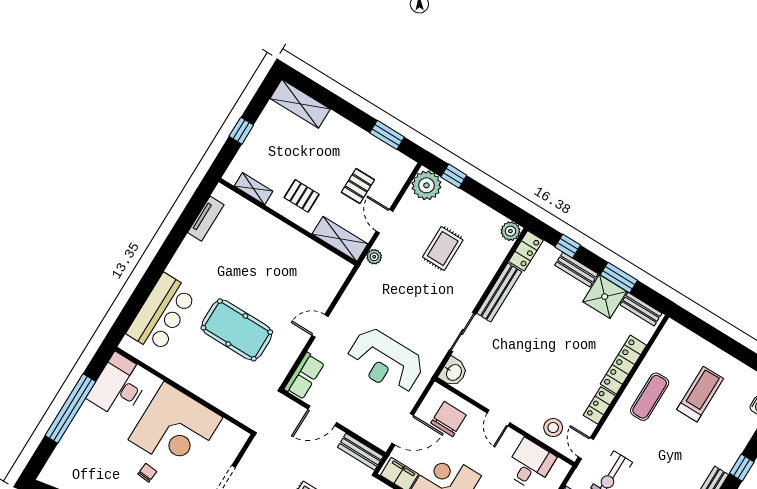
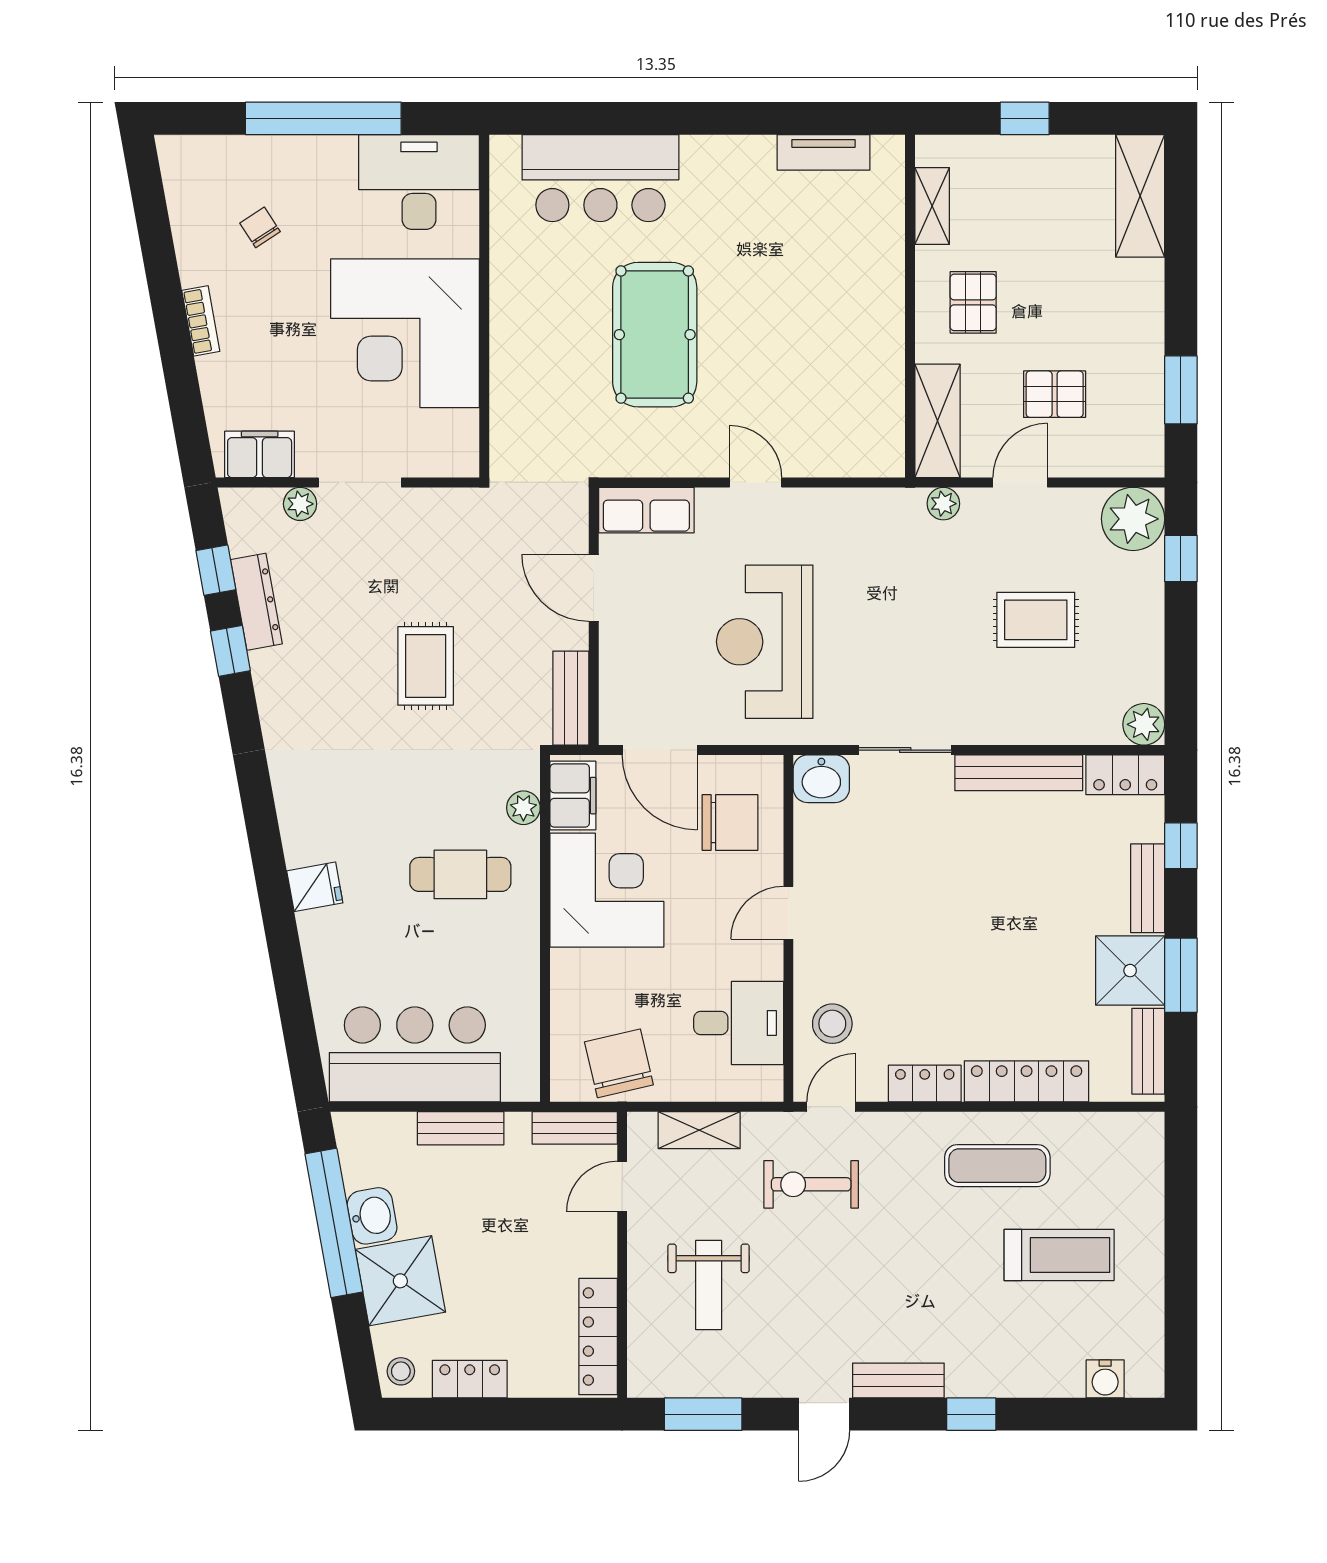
chair: (147, 473) -> (260, 227), moved, turned -128

